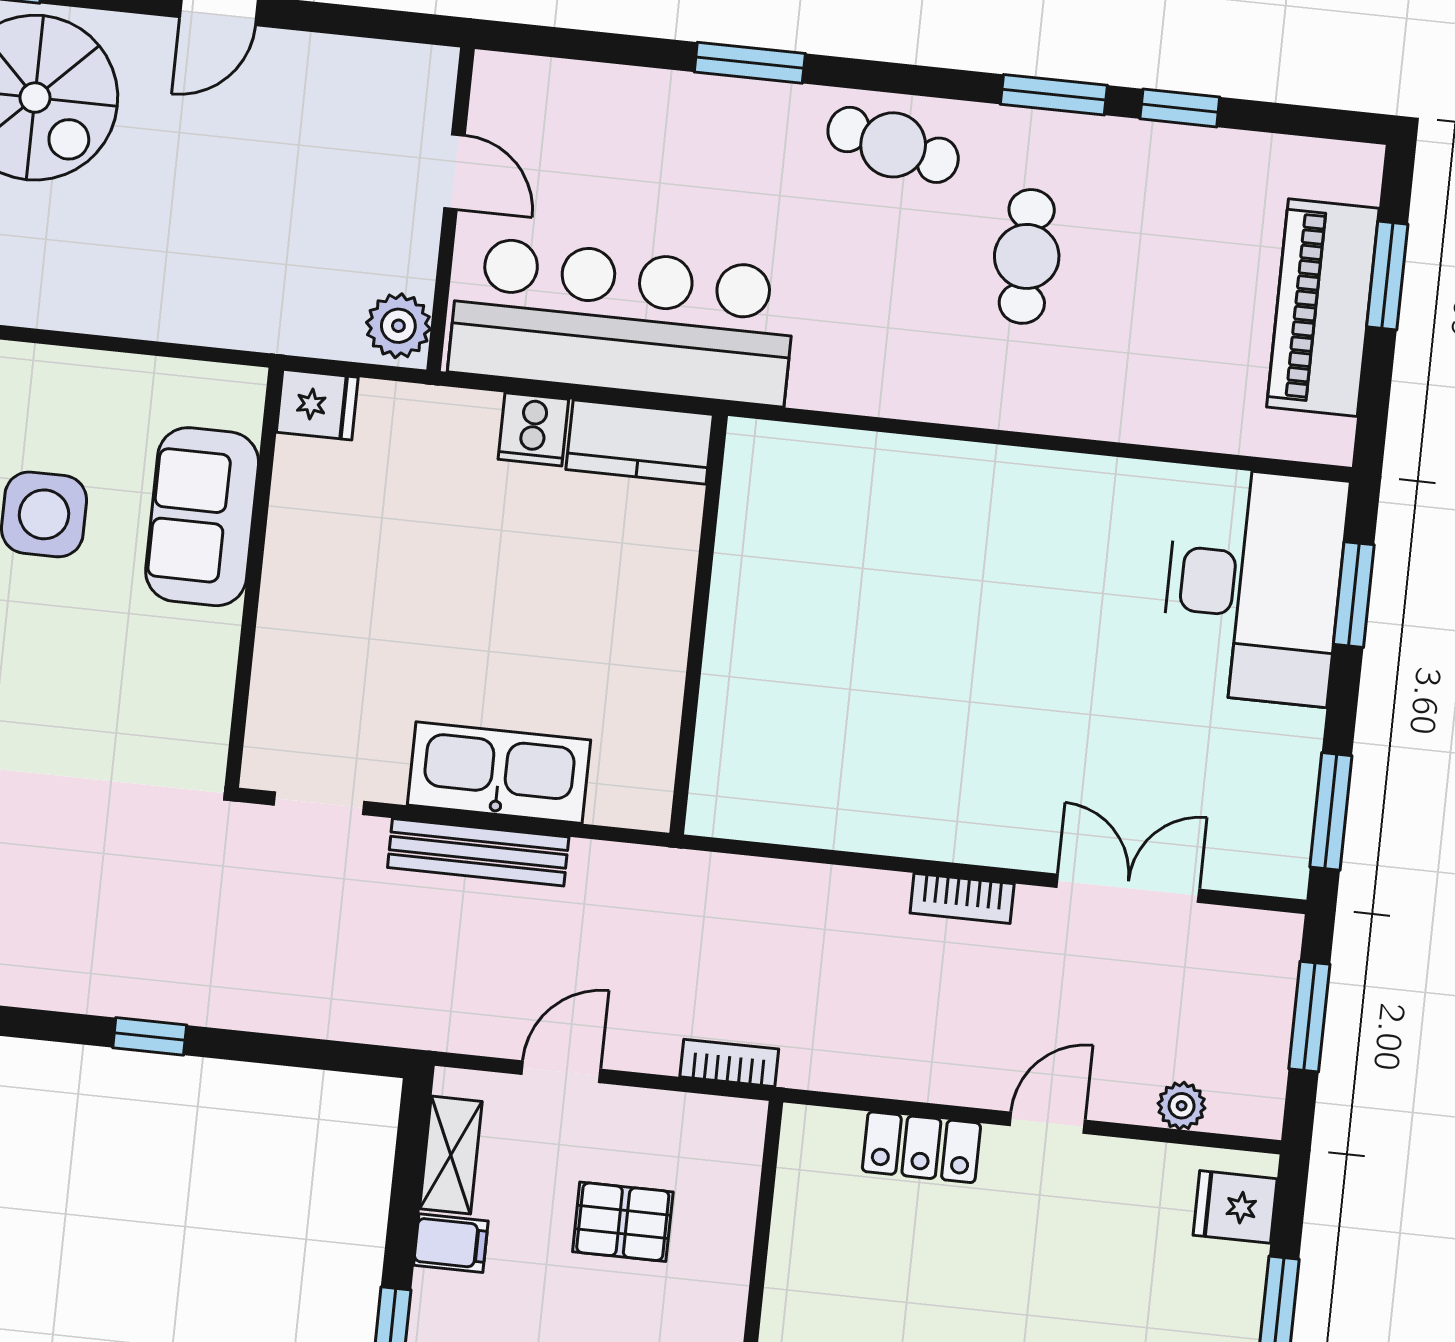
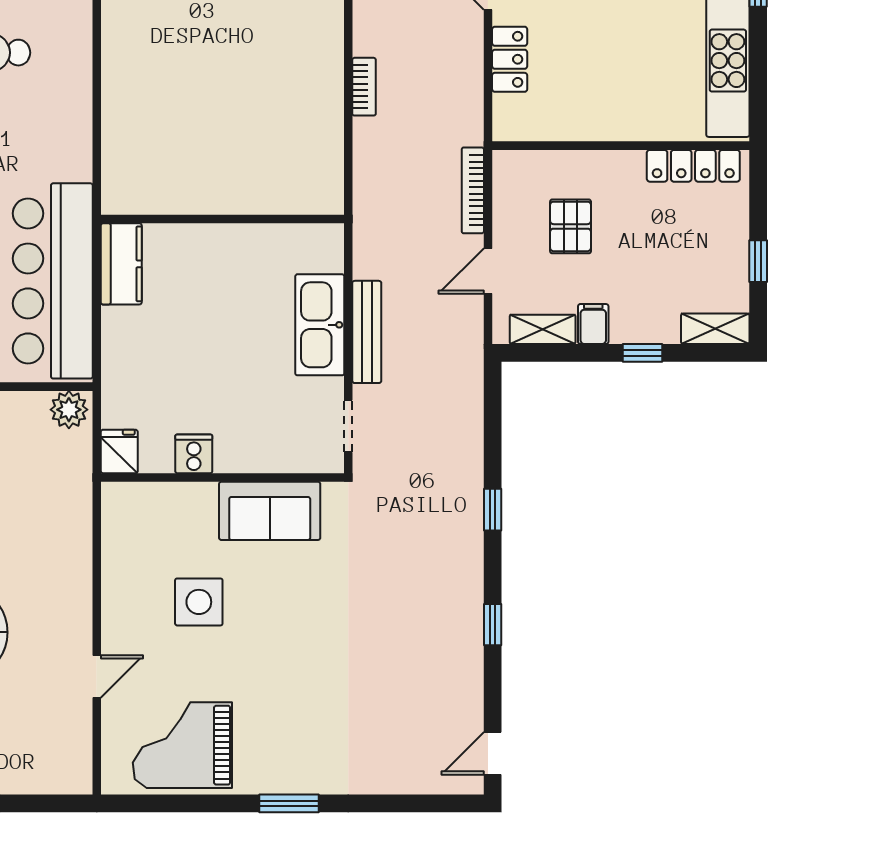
cooker: (533, 429) -> (194, 454), moved, turned -90
sofa: (202, 517) -> (270, 511), moved
bookcase: (962, 898) -> (364, 87), moved
bookcase: (729, 1063) -> (473, 190), width x1.56
door: (561, 1072) -> (488, 271), hinge flipped

